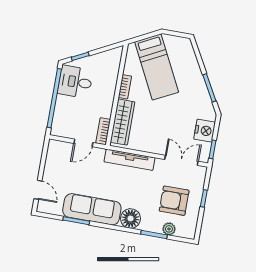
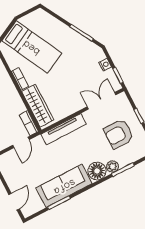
nightstand: (205, 131) -> (105, 65), width x0.53, depth x0.56
door: (38, 190) -> (14, 202), hinge flipped
plant: (169, 229) -> (113, 167), moved

